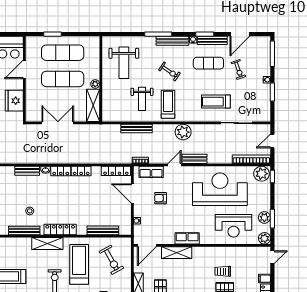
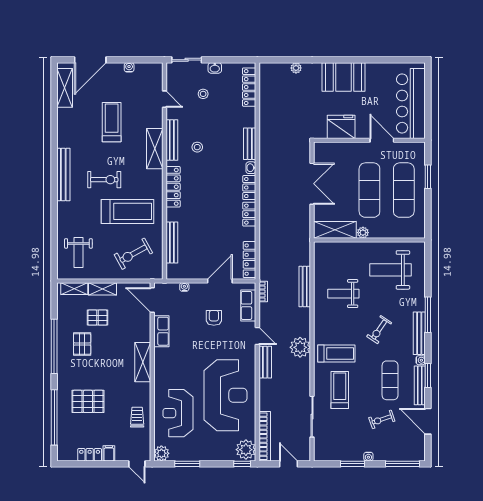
treadmill: (168, 104) -> (336, 354), moved
plant: (264, 217) -> (189, 453), removed
row of seats: (187, 238) -> (161, 331), moved
shelving: (47, 243) -> (155, 149), moved
shelving: (177, 253) -> (143, 362), moved
trolley: (223, 271) -> (137, 417), moved

